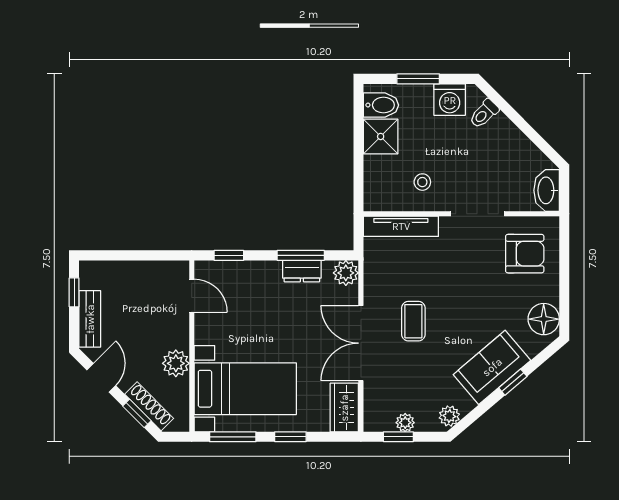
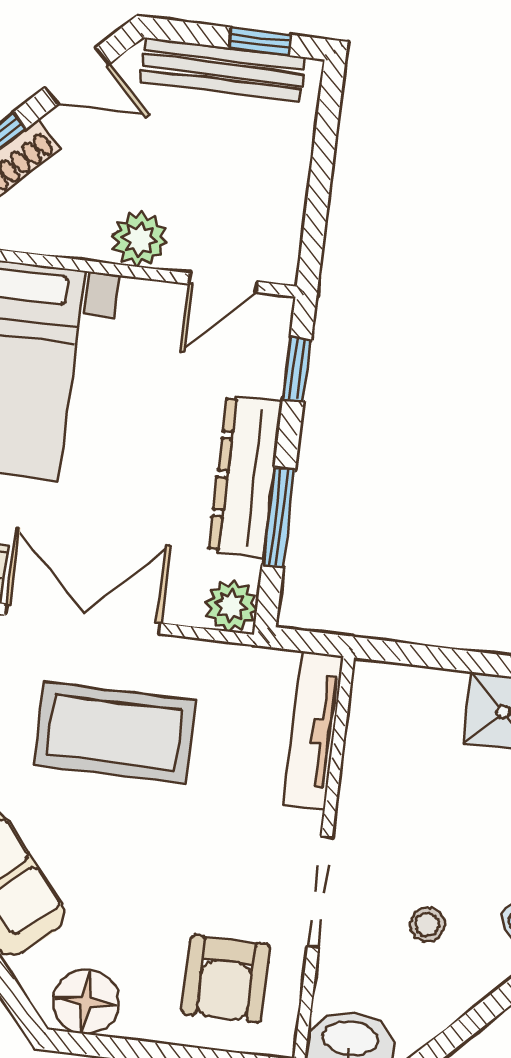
stool: (422, 182) -> (427, 925), moved
dresser: (302, 271) -> (245, 477), width x1.96, depth x1.24
bench: (90, 319) -> (223, 70), width x1.36
coffee table: (413, 321) -> (115, 733), width x1.86, depth x1.72
plant: (176, 363) -> (139, 239), moved

